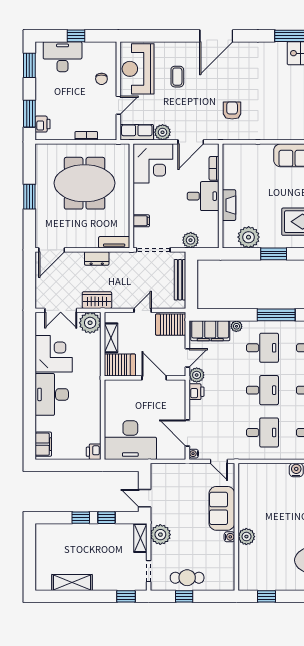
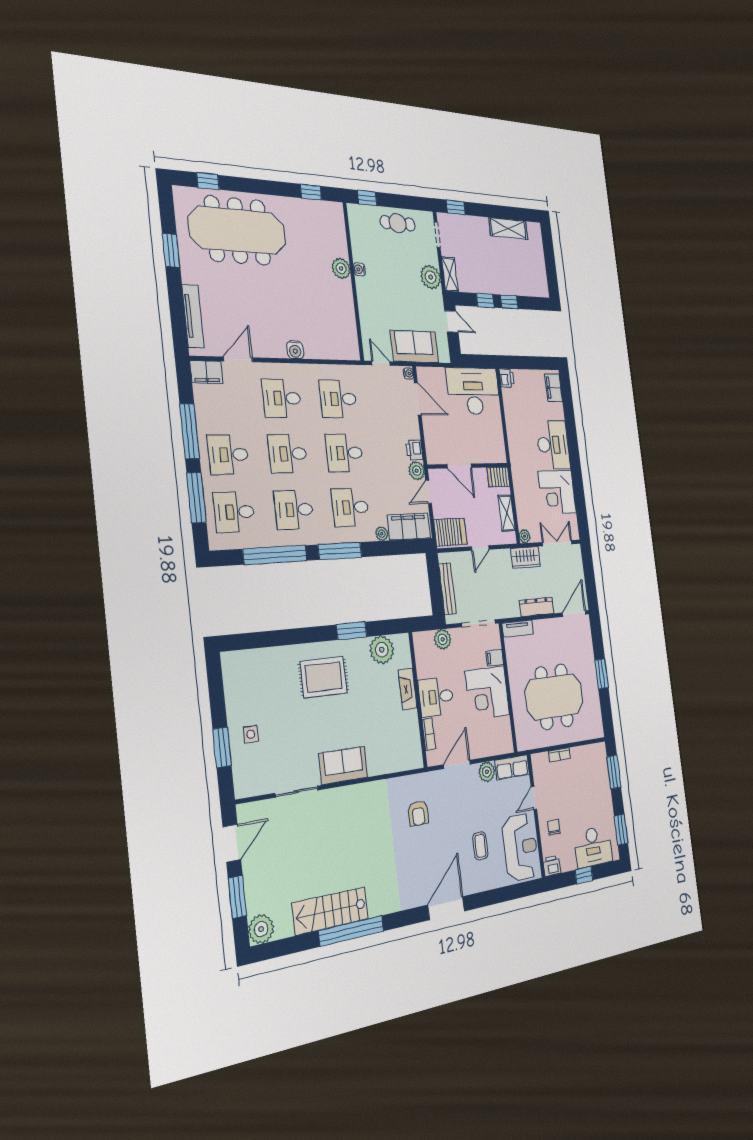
printer: (43, 124) -> (552, 866), moved, turned 90
corner desk: (153, 163) -> (487, 693), moved, turned -90
dresser: (97, 258) -> (537, 607), width x1.44
plant: (90, 323) -> (525, 536), width x0.53, depth x0.53
server rack: (120, 365) -> (498, 477), width x0.73, depth x0.70
sofa: (222, 508) -> (414, 347), moved, turned -90
window: (184, 596) -> (367, 198), moved

